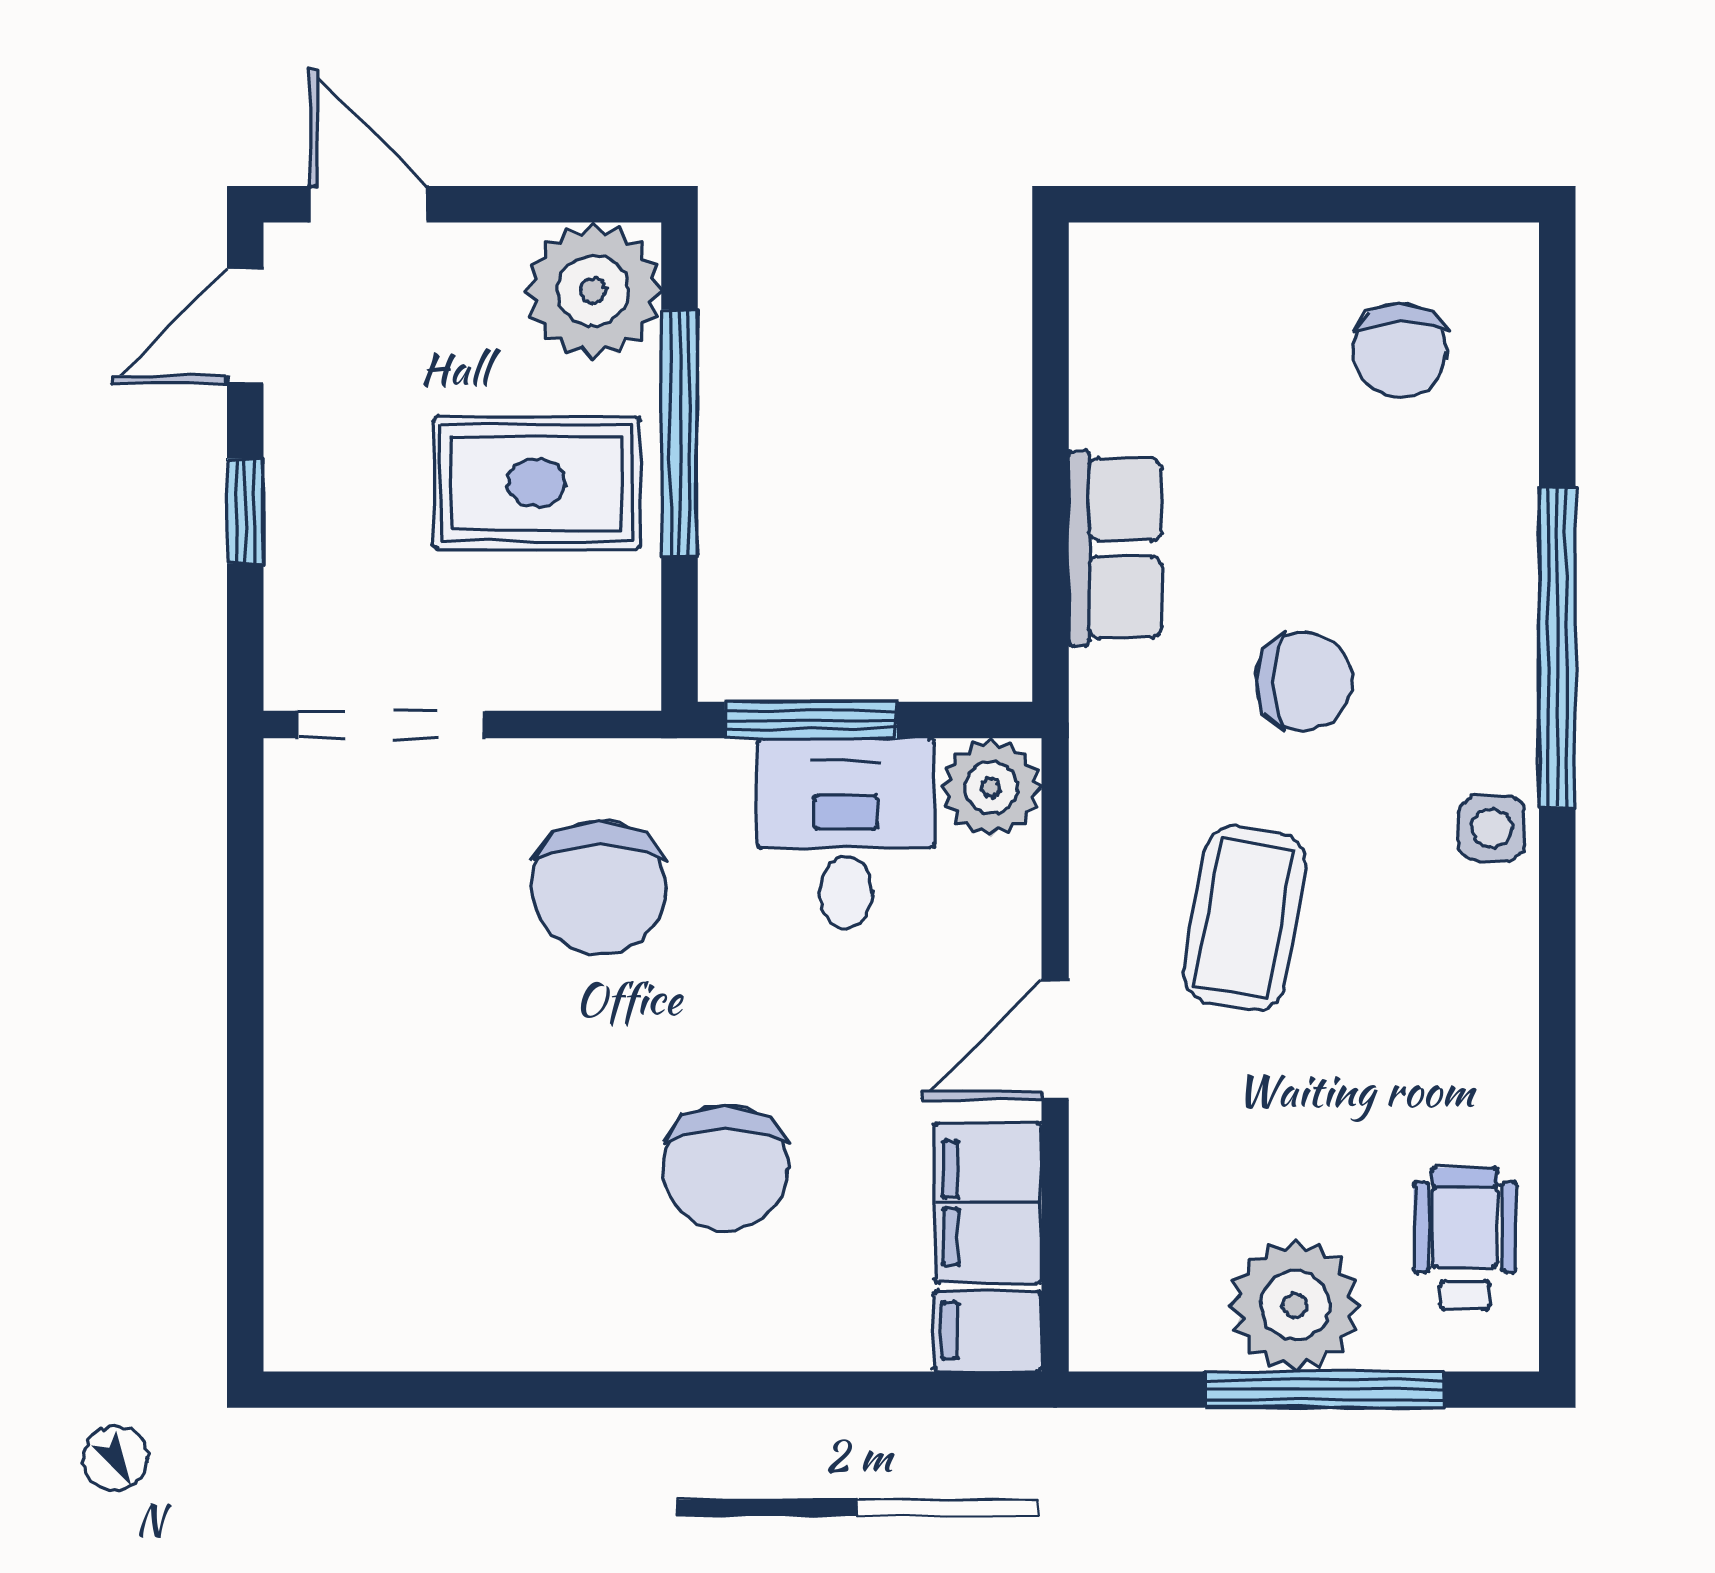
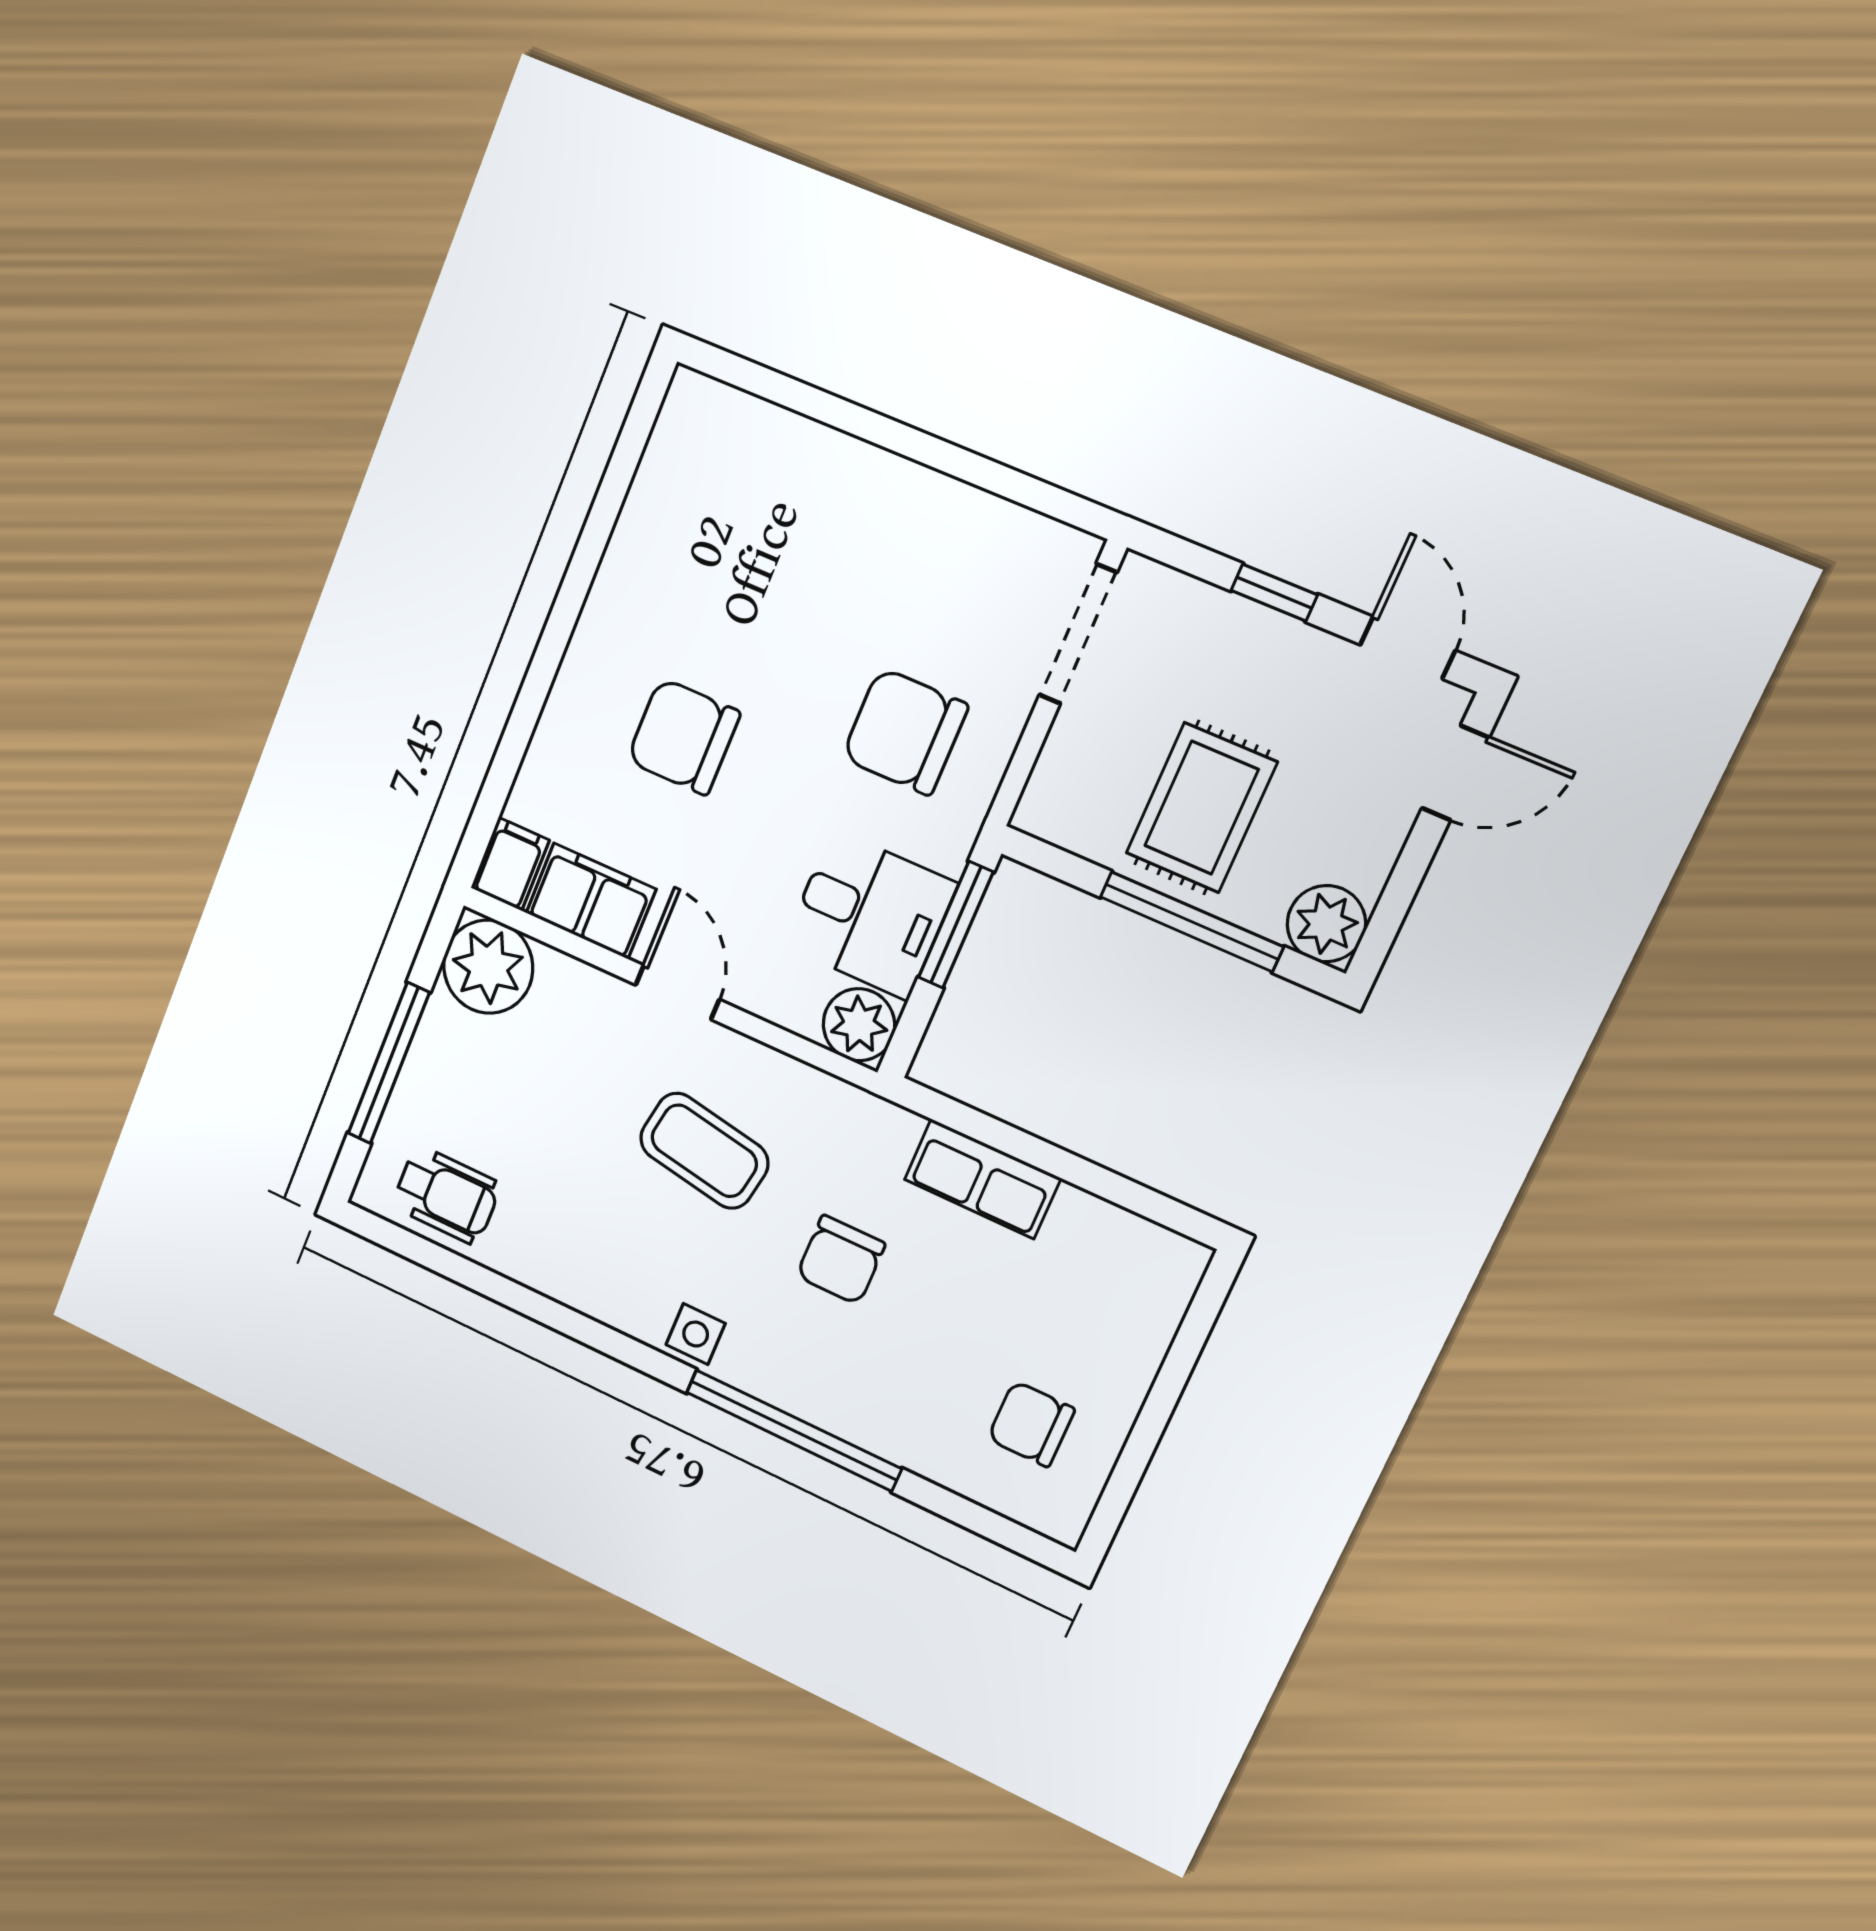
plant: (593, 291) -> (1326, 924), width x0.73, depth x0.73
plant: (1295, 1305) -> (488, 967), moved

